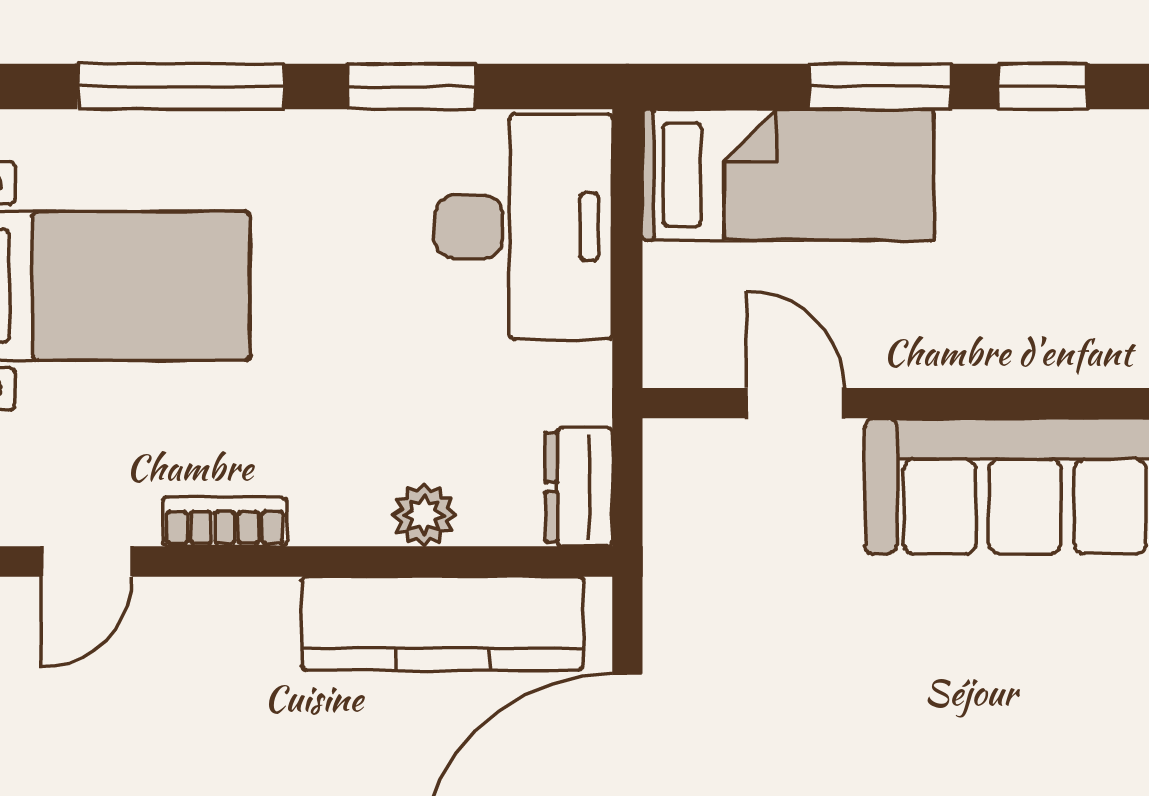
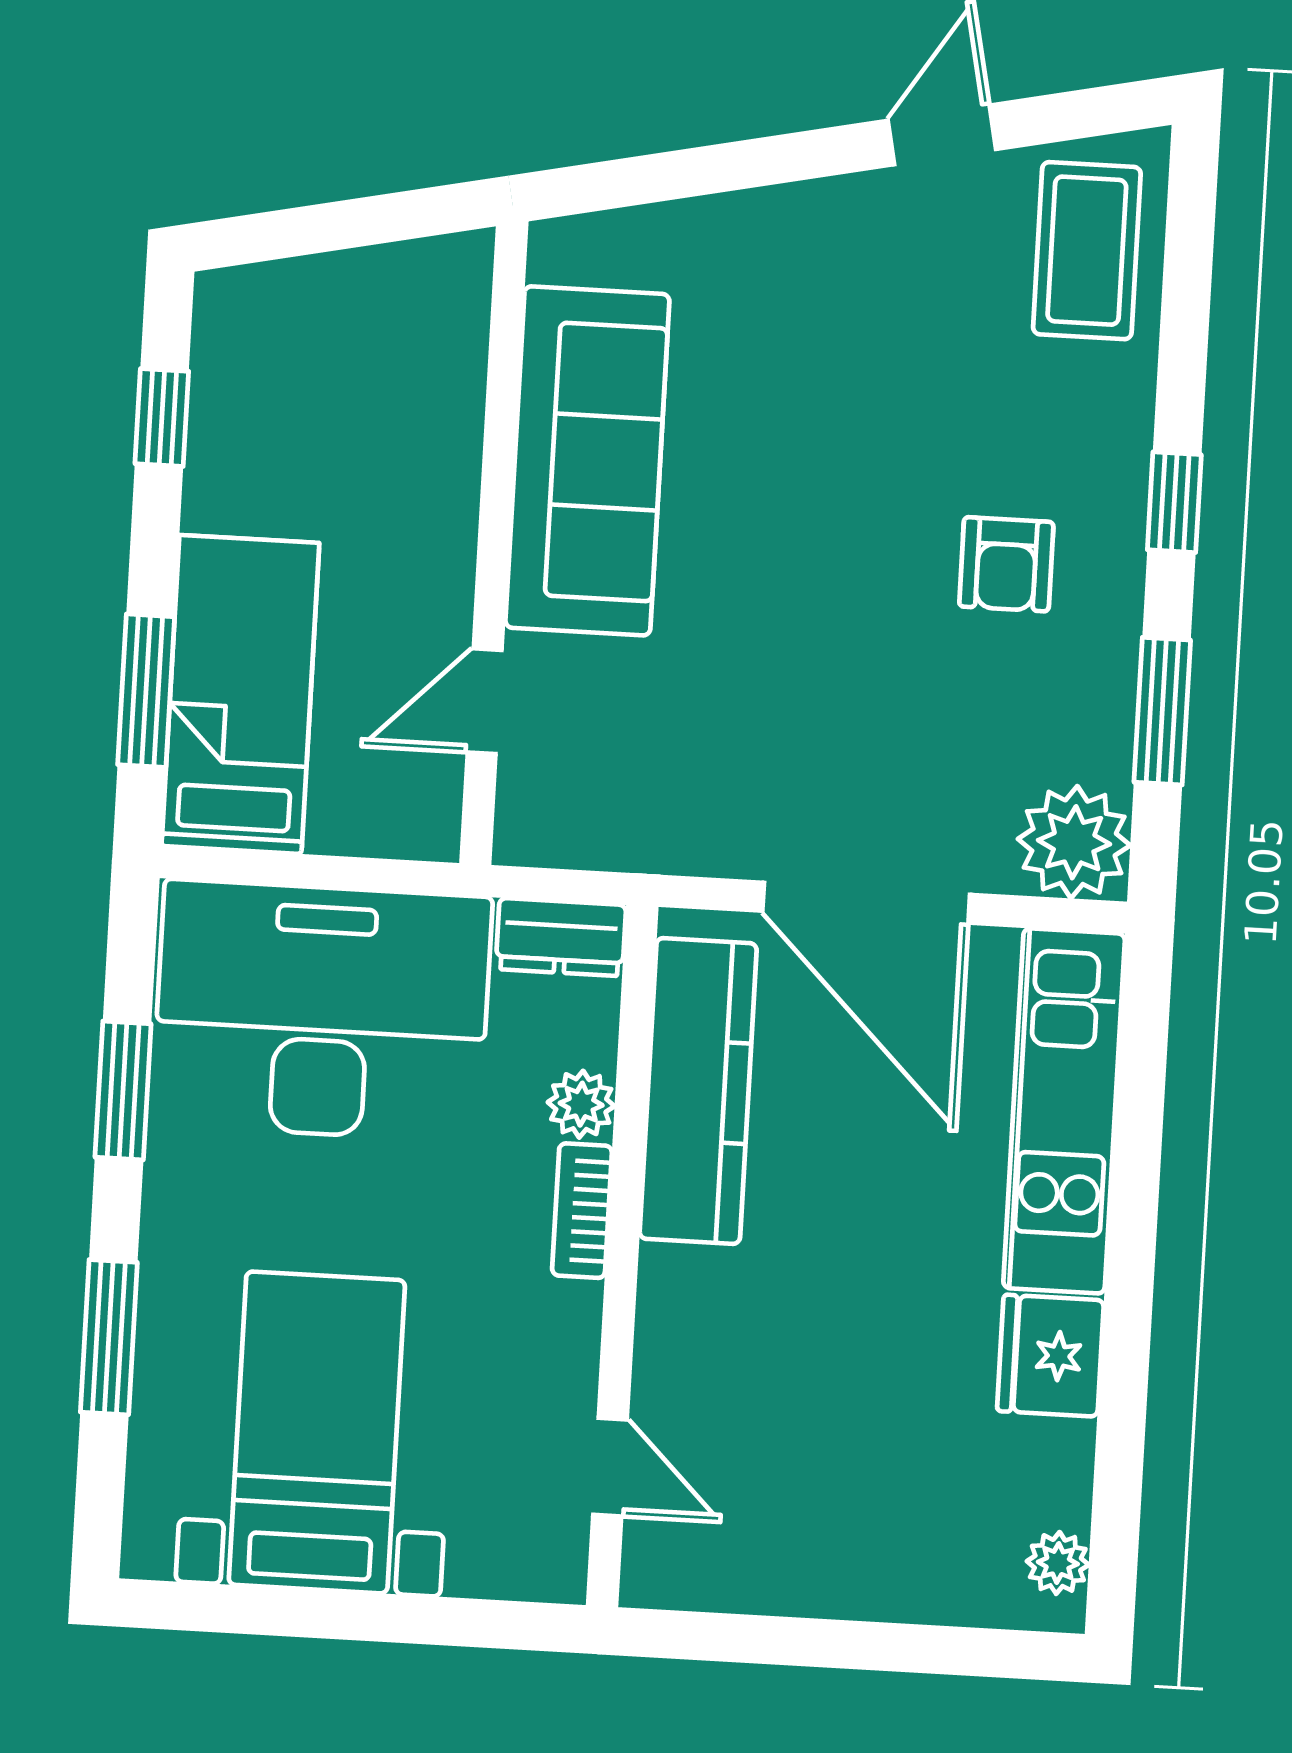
window: (181, 86) -> (109, 1337), width x0.69
window: (880, 86) -> (146, 691), moved
desk: (524, 227) -> (322, 1011), width x1.36, depth x1.30
bookcase: (225, 522) -> (582, 1211), moved

